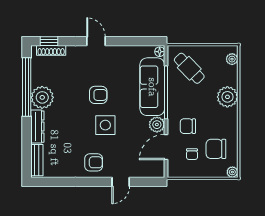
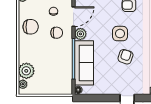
cafe table: (189, 68) -> (56, 77), removed
armchair: (98, 95) -> (125, 57), turned 108
plant: (227, 97) -> (26, 71), moved
chair: (216, 149) -> (31, 27), moved

